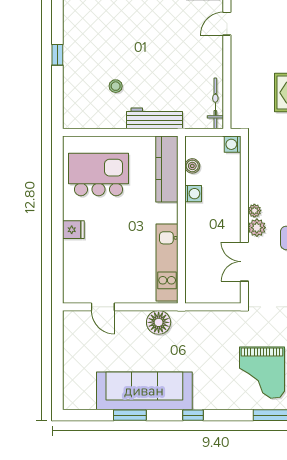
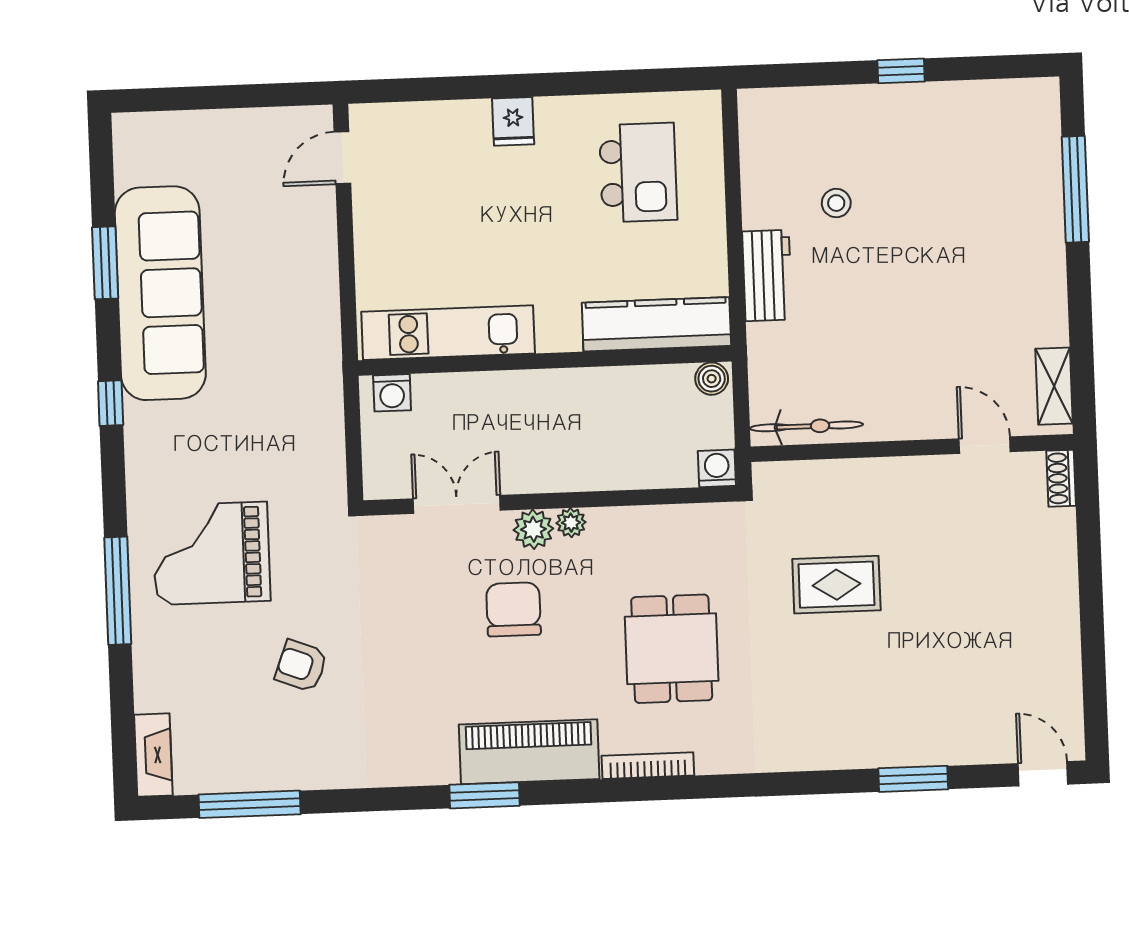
workbench: (155, 118) -> (767, 275), width x0.73
boiler: (192, 166) -> (712, 379), moved
kitchen island: (99, 174) -> (638, 173), width x0.73, depth x0.78
washing machine: (193, 194) -> (392, 393), moved
door: (103, 307) -> (342, 158), moved
floor lamp: (159, 322) -> (314, 319), removed

